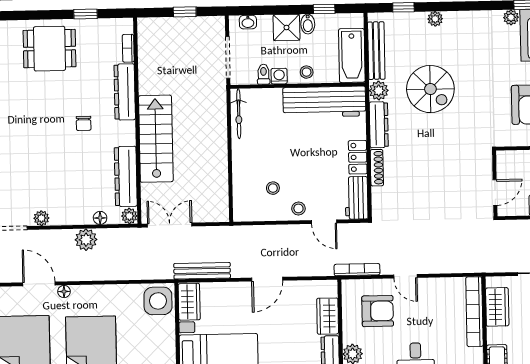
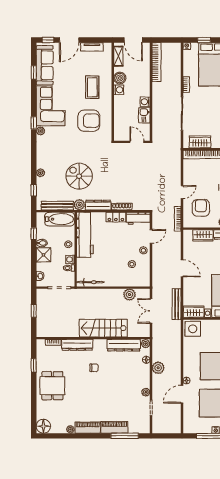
spiral stairs: (430, 89) -> (79, 176), turned -90
plant: (218, 185) -> (129, 295), added
double door: (170, 225) -> (151, 311), moved

